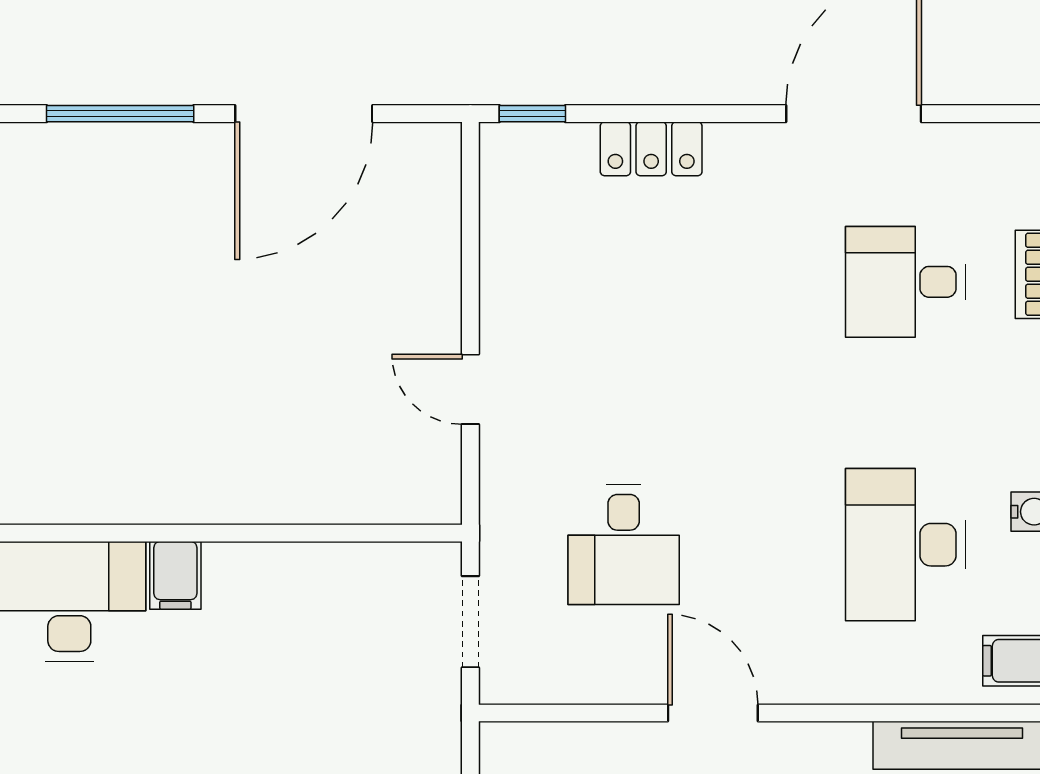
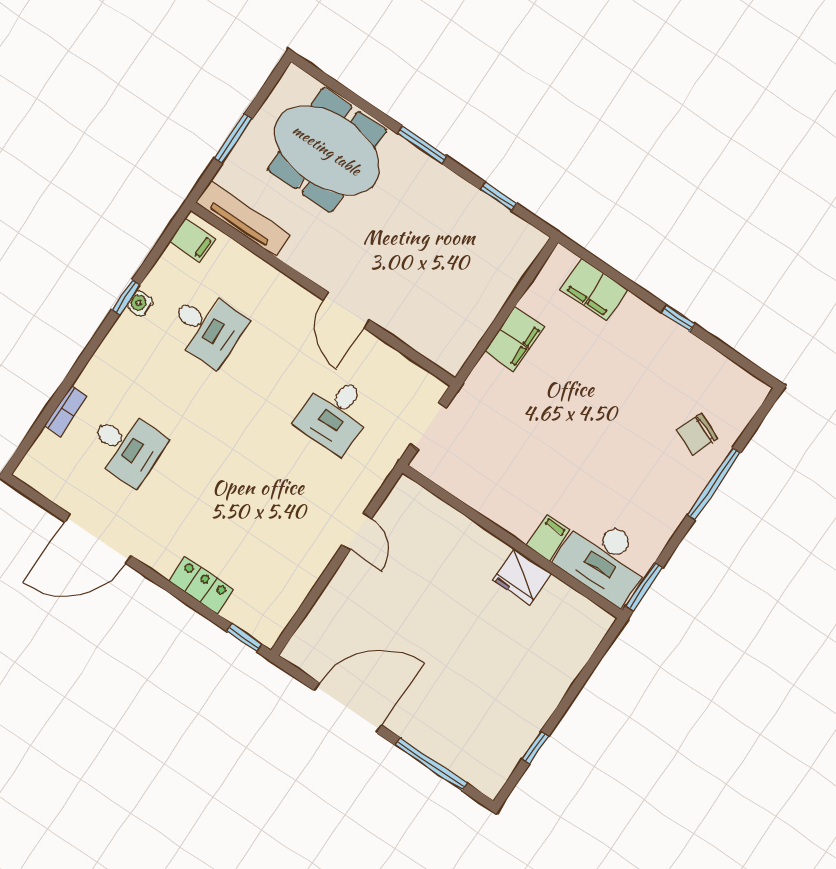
fridge: (175, 490) -> (522, 577), added
desk: (624, 545) -> (335, 414), turned 180
desk: (906, 545) -> (207, 327), width x0.73

